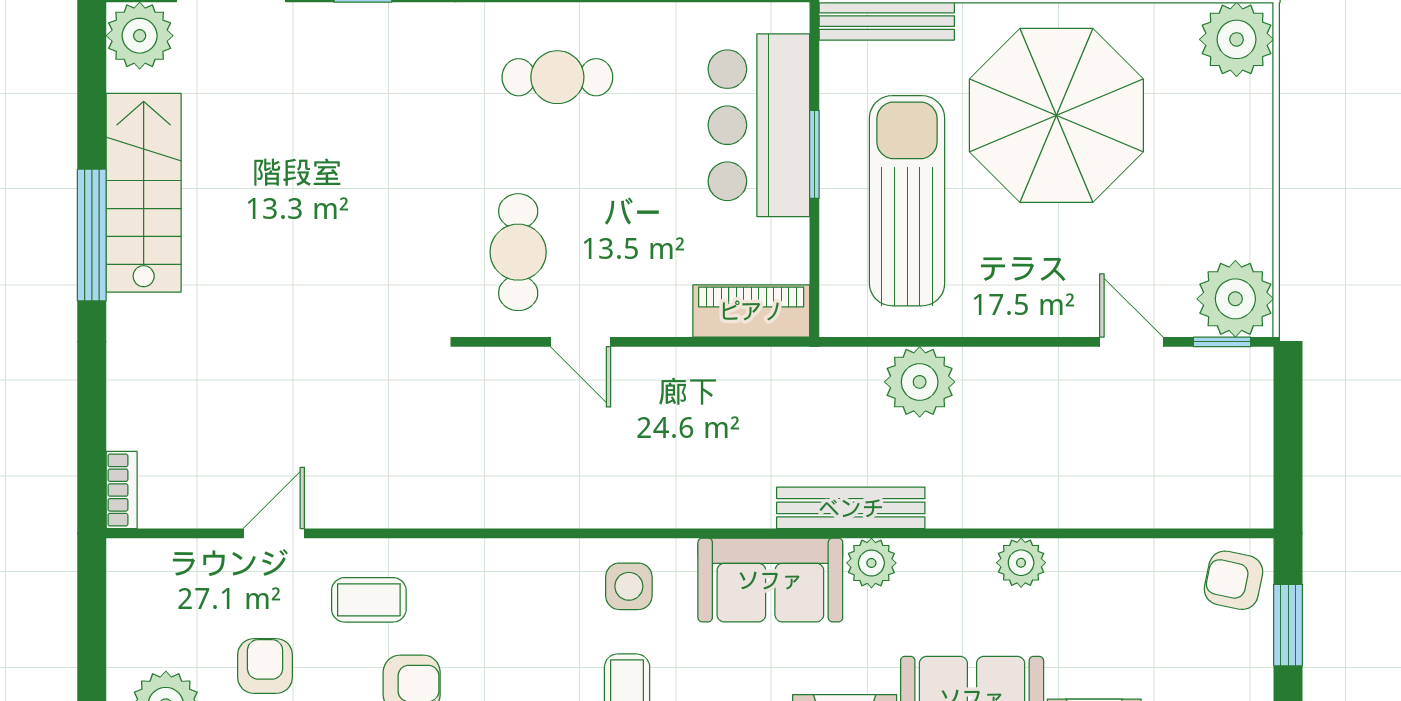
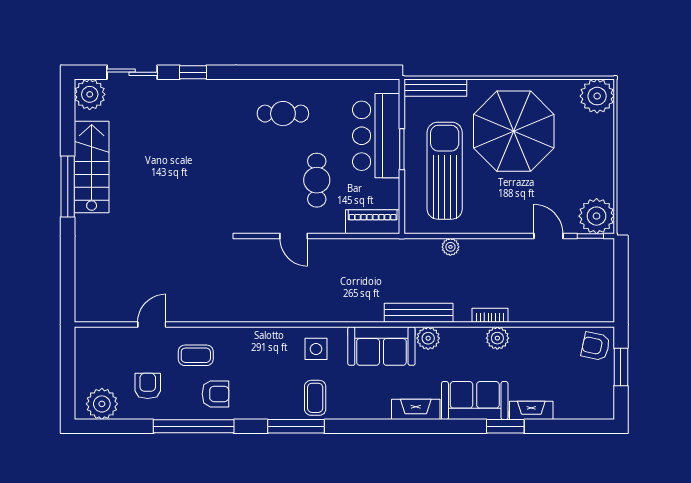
cafe table: (518, 252) -> (317, 180), moved
plant: (920, 382) -> (450, 247), width x0.53, depth x0.53
bookcase: (122, 490) -> (490, 315), moved, turned -90

